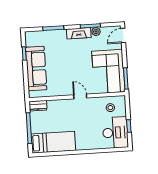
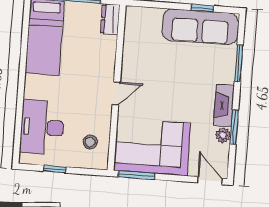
sofa: (36, 69) -> (200, 27), moved
desk: (115, 133) -> (42, 127), moved, turned 90

